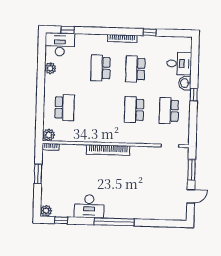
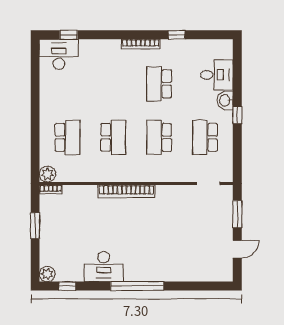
plant: (50, 68) -> (47, 86), removed
school desk: (100, 68) -> (113, 137), moved, turned 180

